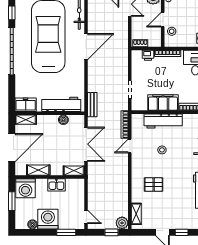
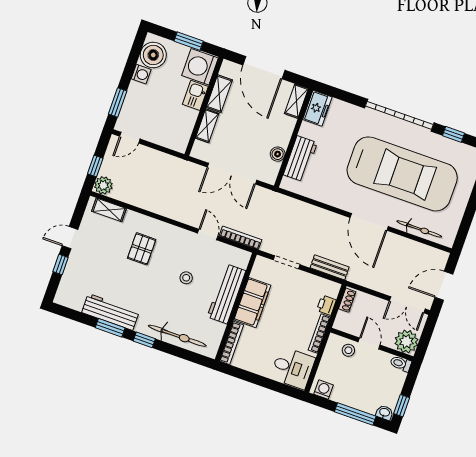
workbench: (61, 104) -> (300, 159), width x0.73
bench: (92, 105) -> (330, 267), moved
shelving: (74, 171) -> (207, 126), moved
kitchen sink: (56, 185) -> (195, 95), moved
washing machine: (48, 219) -> (141, 74), width x0.53, depth x0.53
boiler: (32, 224) -> (153, 55), width x1.86, depth x1.86

